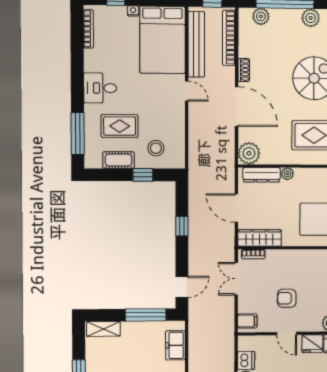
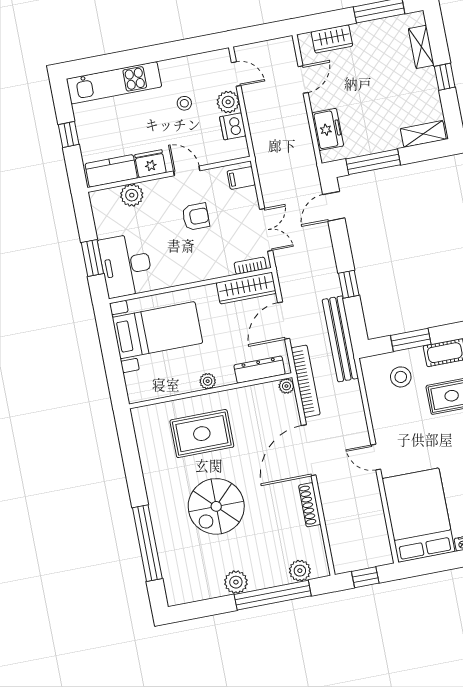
bookcase: (229, 38) -> (306, 381), moved
bench: (196, 44) -> (340, 339), moved
shoe rack: (244, 70) -> (310, 505), width x1.43
door: (237, 106) -> (309, 450), hinge flipped
plant: (249, 153) -> (286, 386), width x0.53, depth x0.53
plant: (287, 174) -> (208, 381), moved
window: (143, 175) -> (411, 340), width x1.50
door: (236, 208) -> (284, 321), swing flipped

